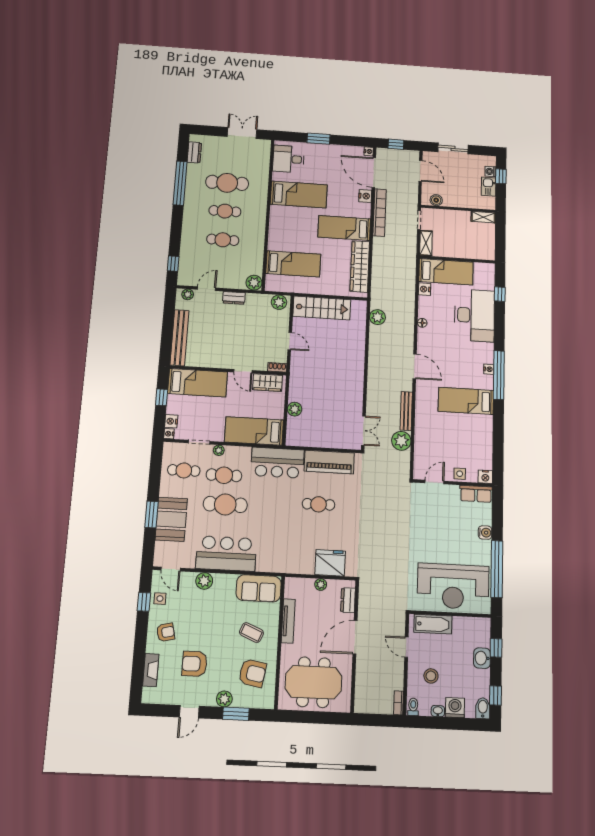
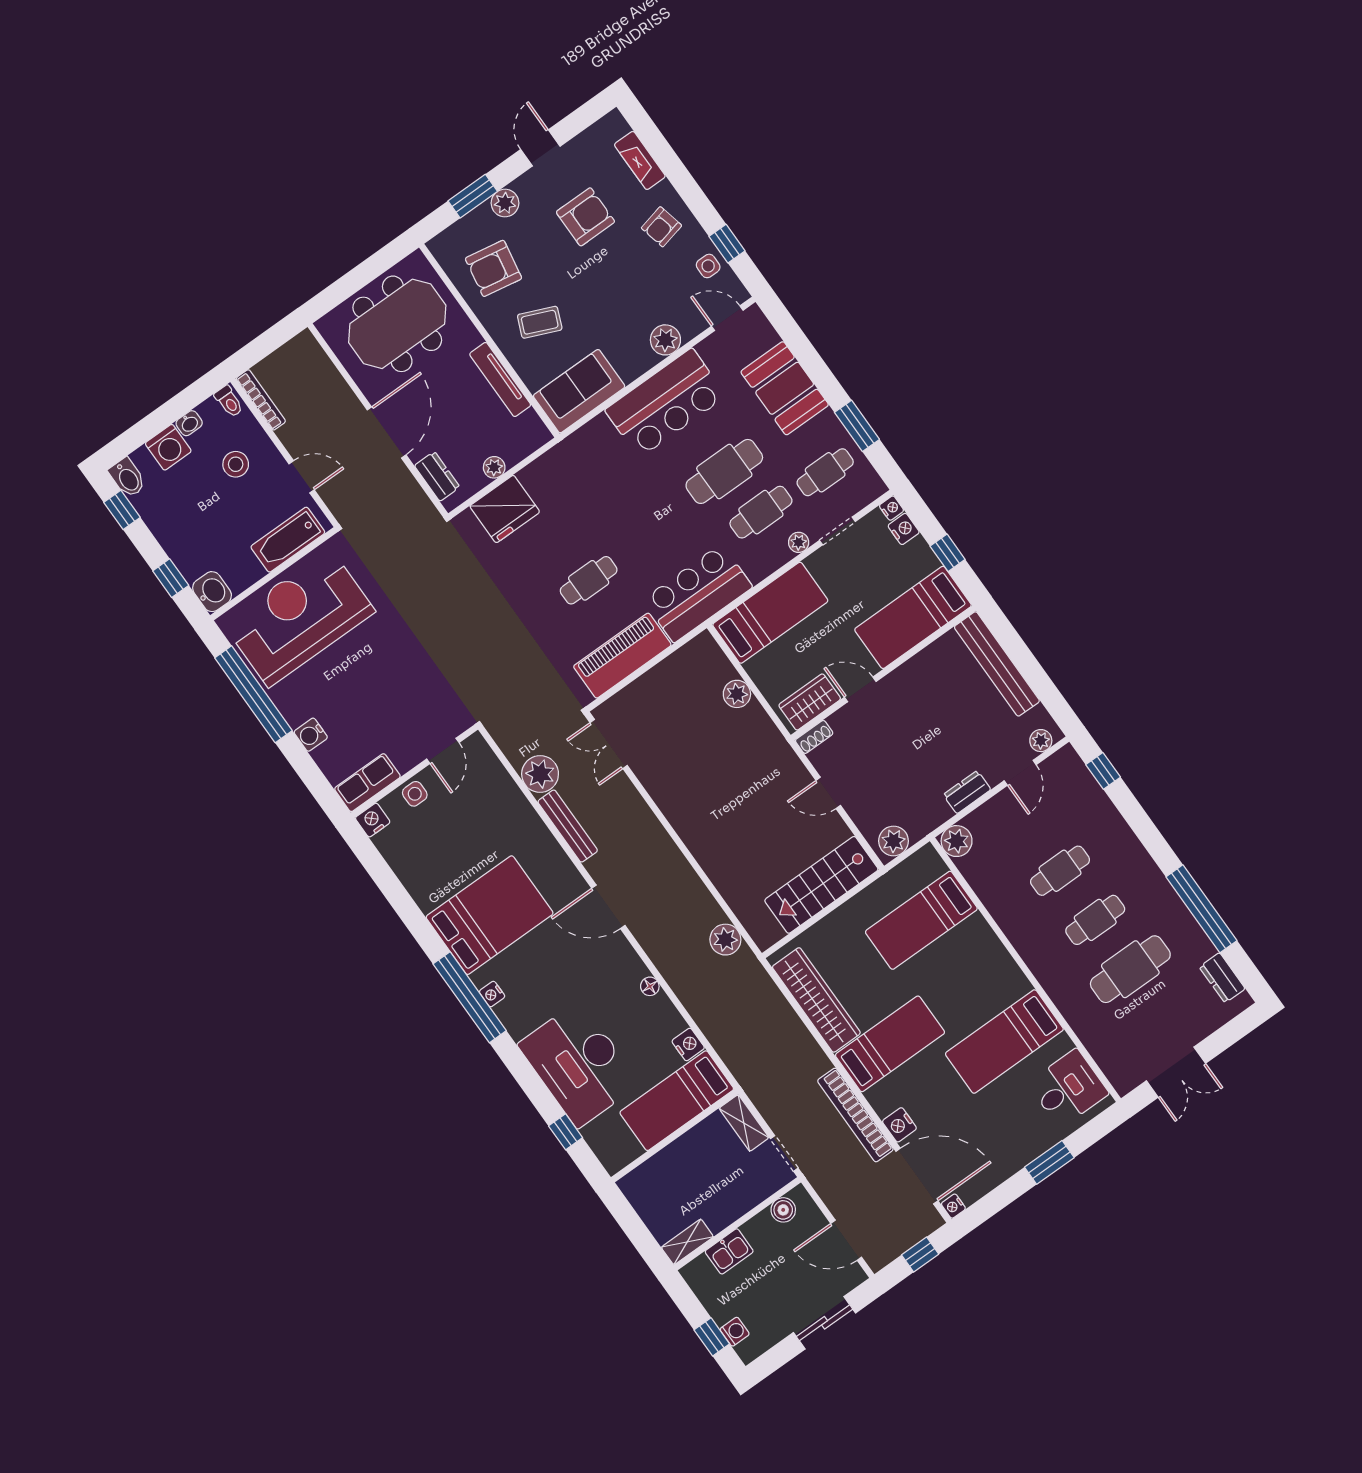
kitchen sink: (489, 187) -> (729, 1251), moved, turned 90
bed: (466, 401) -> (490, 915), width x1.50
window: (151, 515) -> (857, 426), moved
washbasin: (482, 658) -> (212, 592), moved
bookcase: (398, 703) -> (261, 400), width x1.56

